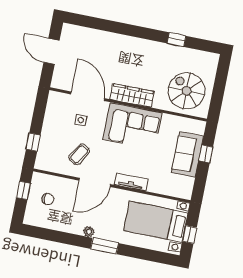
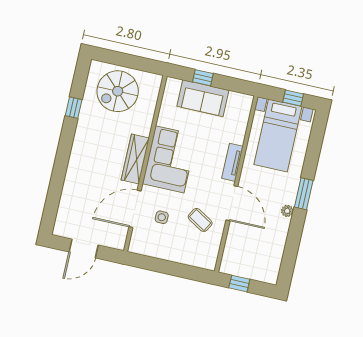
spiral stairs: (186, 91) -> (118, 91), moved
window: (33, 142) -> (185, 271), removed
chair: (48, 199) -> (250, 256), removed

